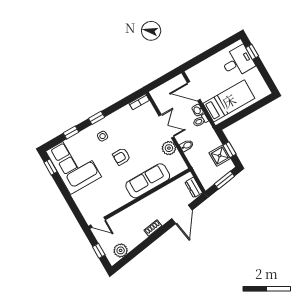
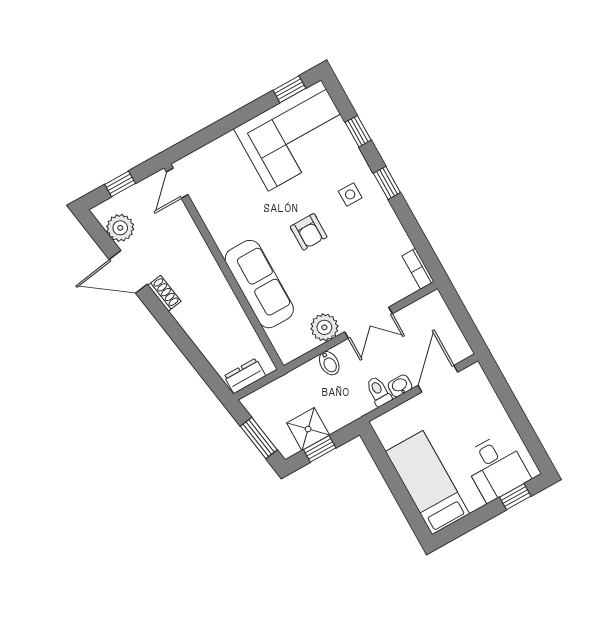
bed: (229, 101) -> (428, 483), moved, turned 180
armchair: (121, 157) -> (309, 232), turned 180
door: (182, 214) -> (128, 272), moved

